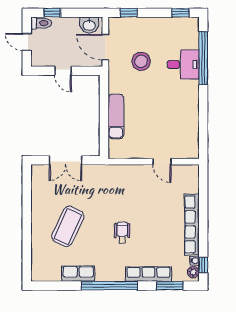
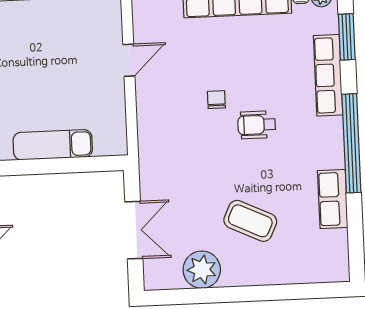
plant: (41, 198) -> (202, 270), added
chair: (137, 210) -> (216, 100), added
coffee table: (68, 226) -> (250, 221), width x0.73, depth x0.76

